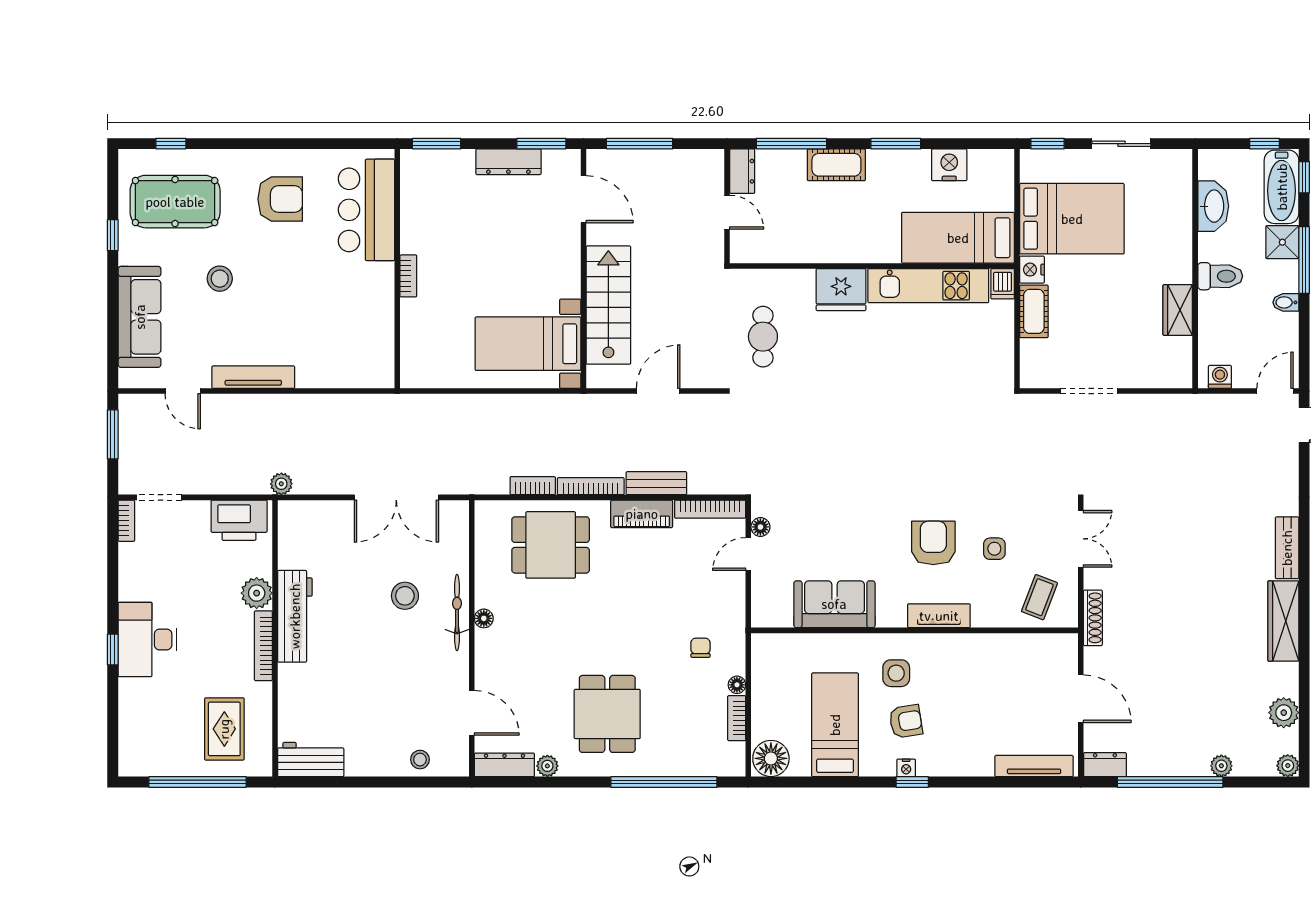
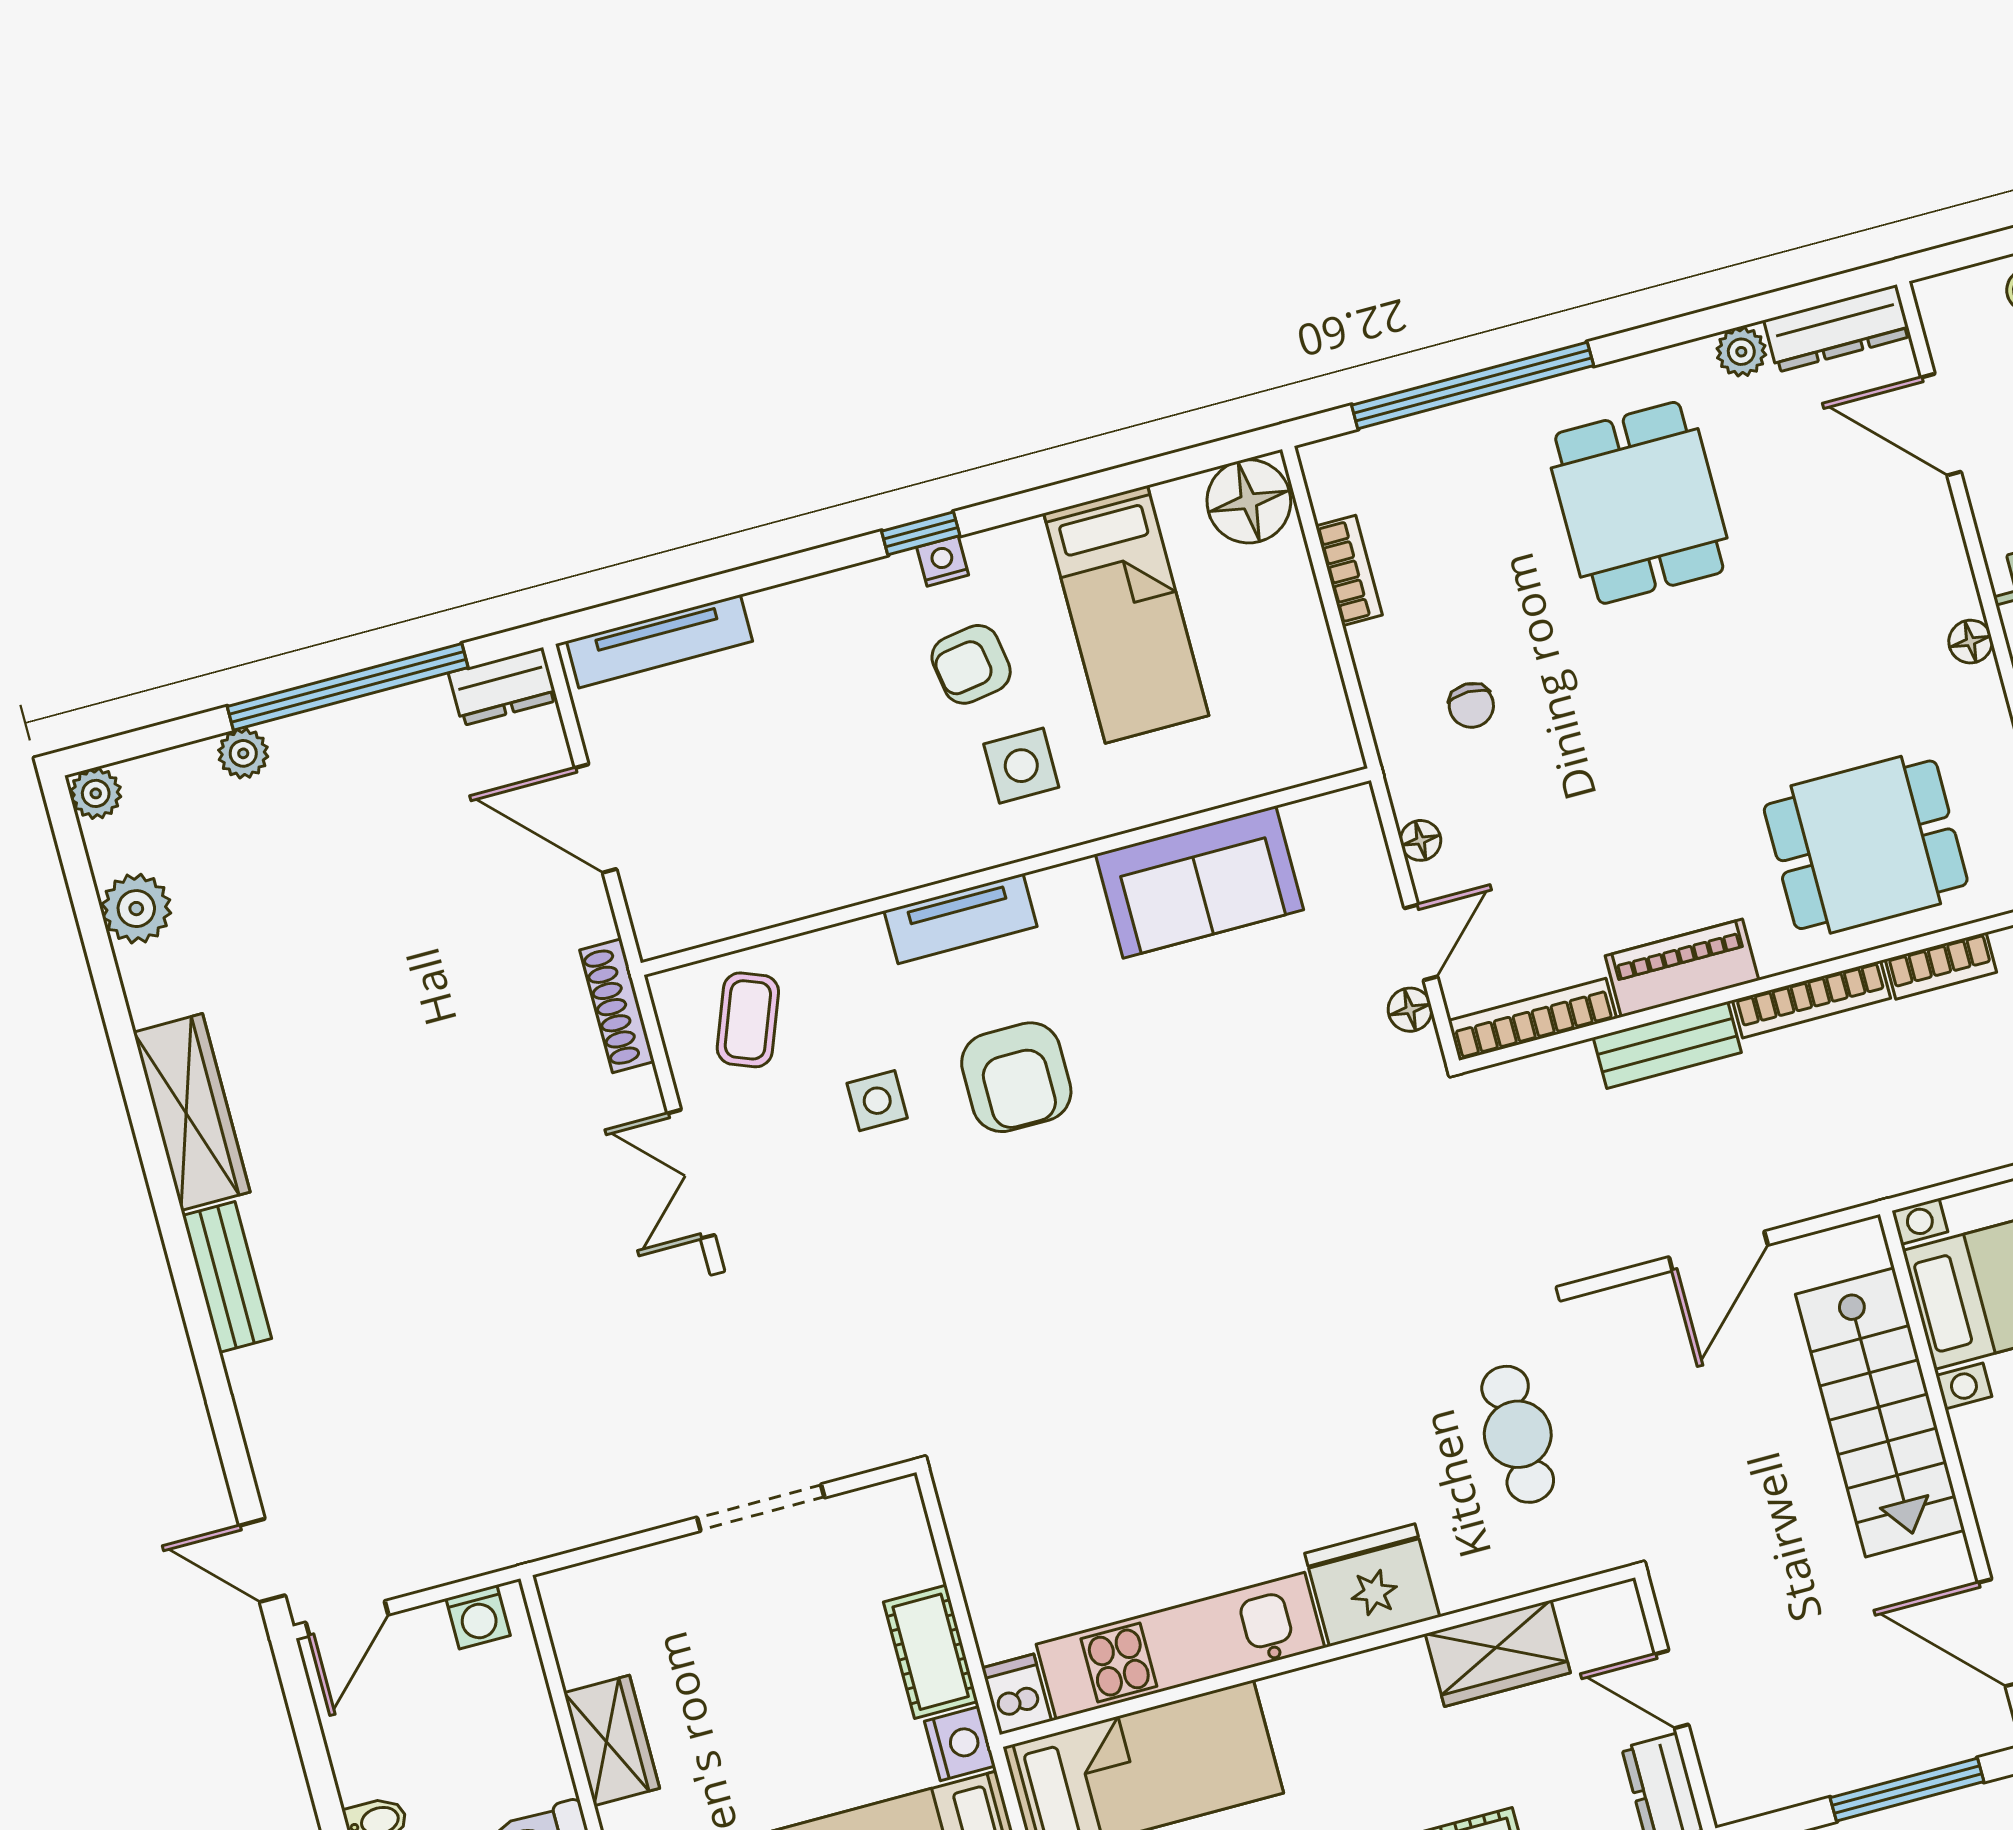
wardrobe: (796, 247) -> (1498, 1653), added
floor lamp: (737, 685) -> (1421, 840), moved

